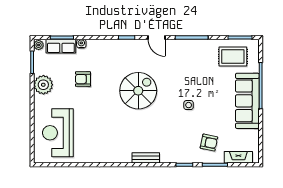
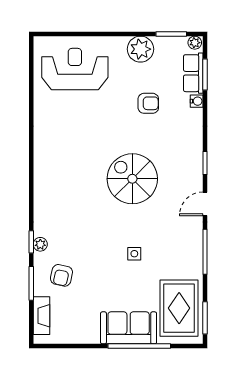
rug: (233, 56) -> (179, 308), width x1.36, depth x1.43
armchair: (83, 79) -> (148, 103), turned 90
spiral stairs: (138, 91) -> (132, 179), turned 180
sofa: (247, 101) -> (129, 328), width x0.73
side table: (189, 105) -> (134, 254), moved
bench: (146, 158) -> (40, 189), removed
plant: (186, 158) -> (40, 244), added

